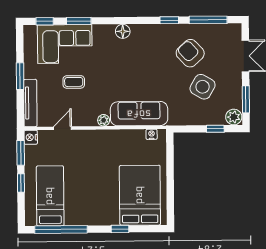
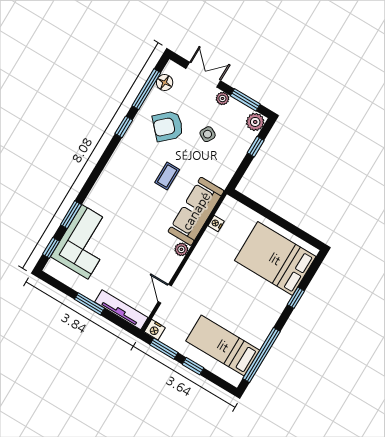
floor lamp: (123, 31) -> (165, 83), moved
coffee table: (74, 82) -> (167, 176), moved
plant: (236, 82) -> (222, 98), added
side table: (203, 87) -> (208, 134), width x0.54, depth x0.54
nightstand: (152, 134) -> (216, 224), moved

